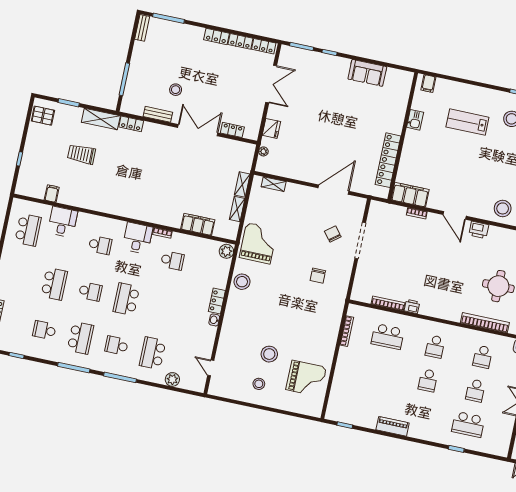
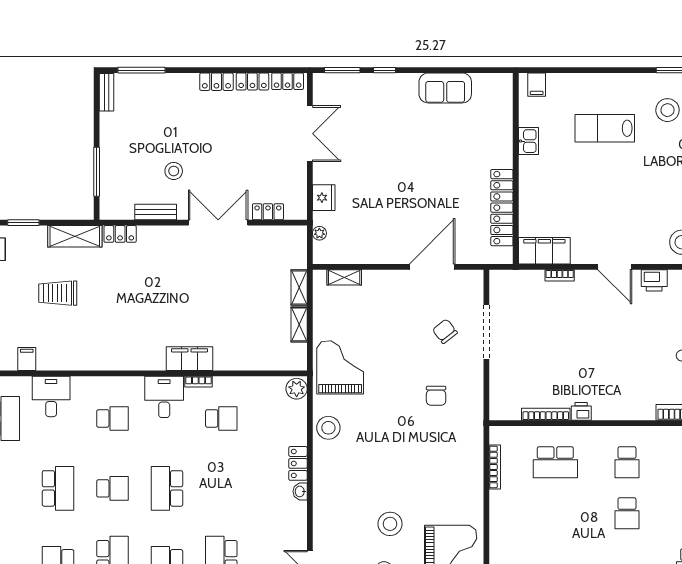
filing cabinet: (198, 224) -> (189, 359), moved

